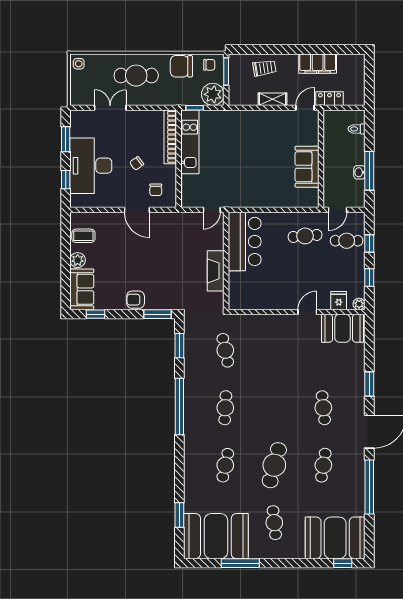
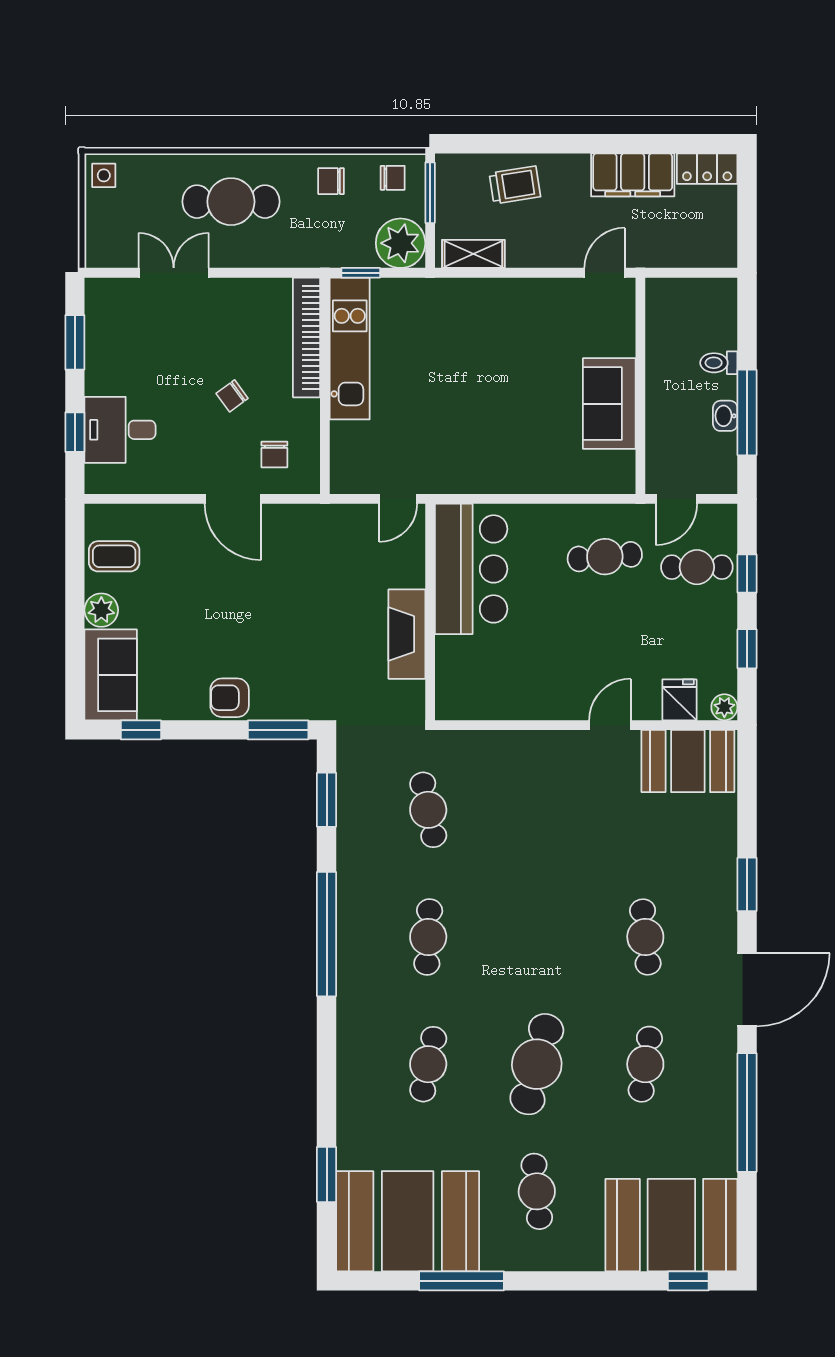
chair: (181, 66) -> (331, 181), width x0.54, depth x0.54
shelving: (273, 99) -> (473, 254), moved
locker: (330, 99) -> (707, 169), moved, turned 180
toilet: (357, 129) -> (719, 363), moved
desk: (91, 166) -> (120, 430), width x0.53, depth x0.77

